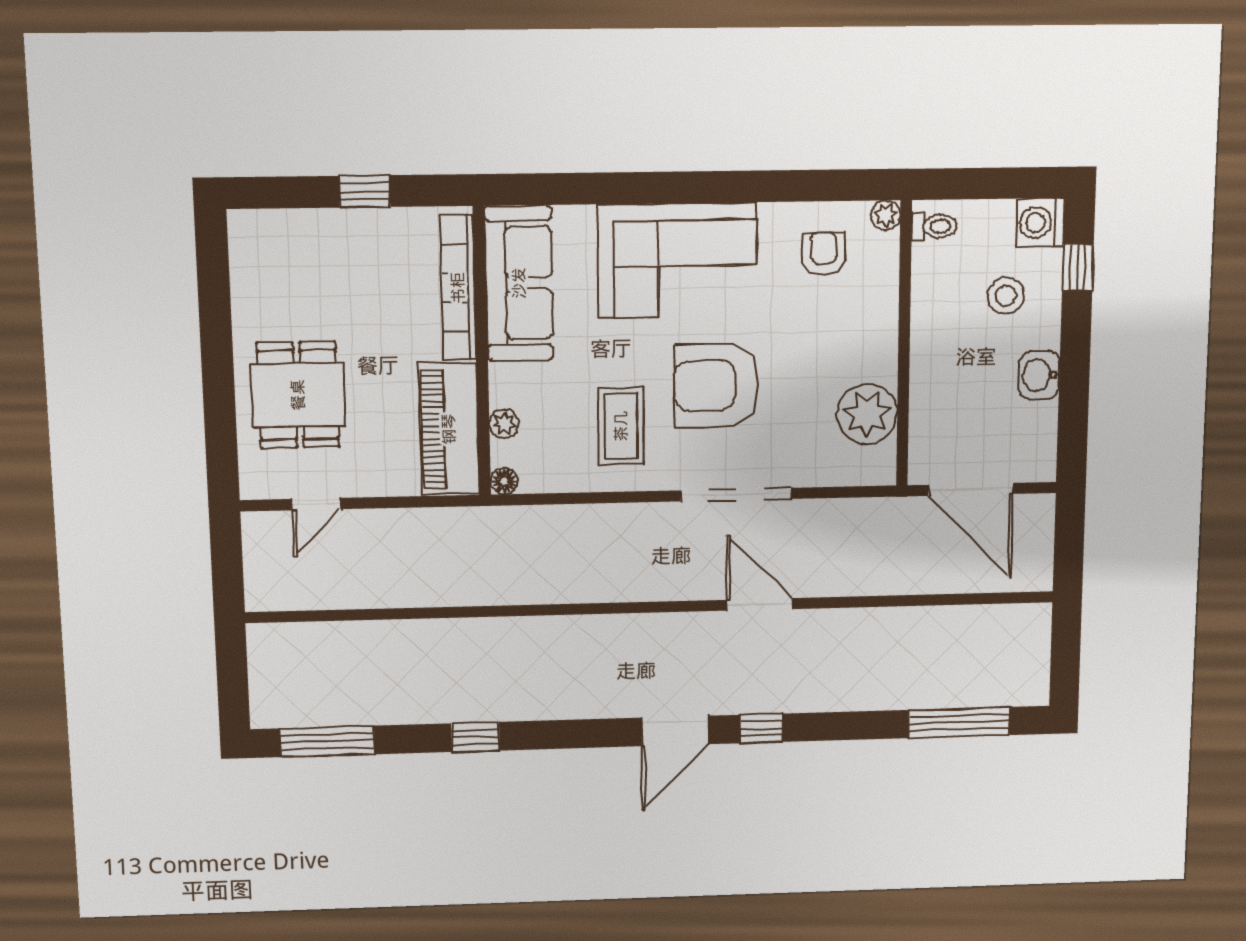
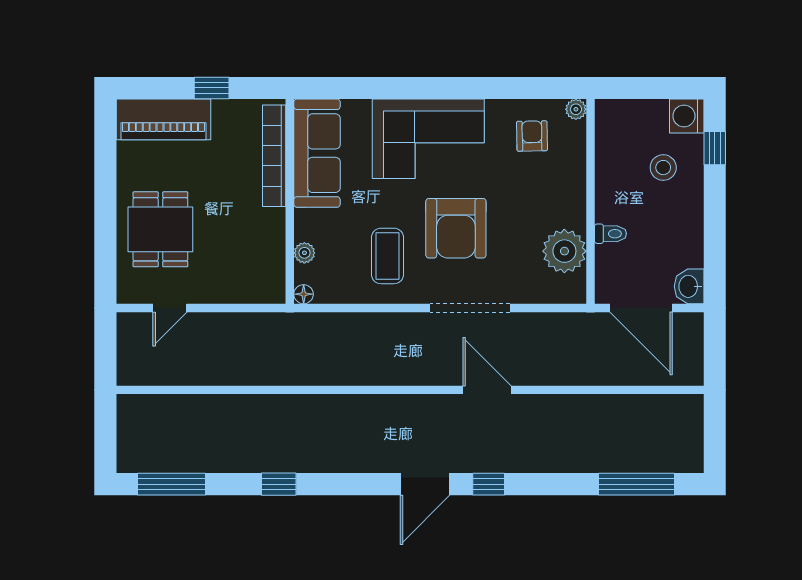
toilet: (934, 226) -> (610, 234), moved
washbasin: (1039, 375) -> (689, 286), moved
armchair: (717, 385) -> (456, 228), turned -90
piano: (449, 429) -> (163, 119), moved, turned -90

